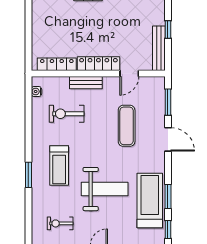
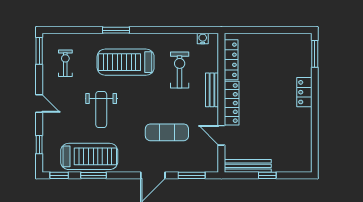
treadmill: (59, 166) -> (126, 62), width x1.37, depth x1.38
weight bench: (105, 189) -> (101, 109), width x0.73, depth x0.75

